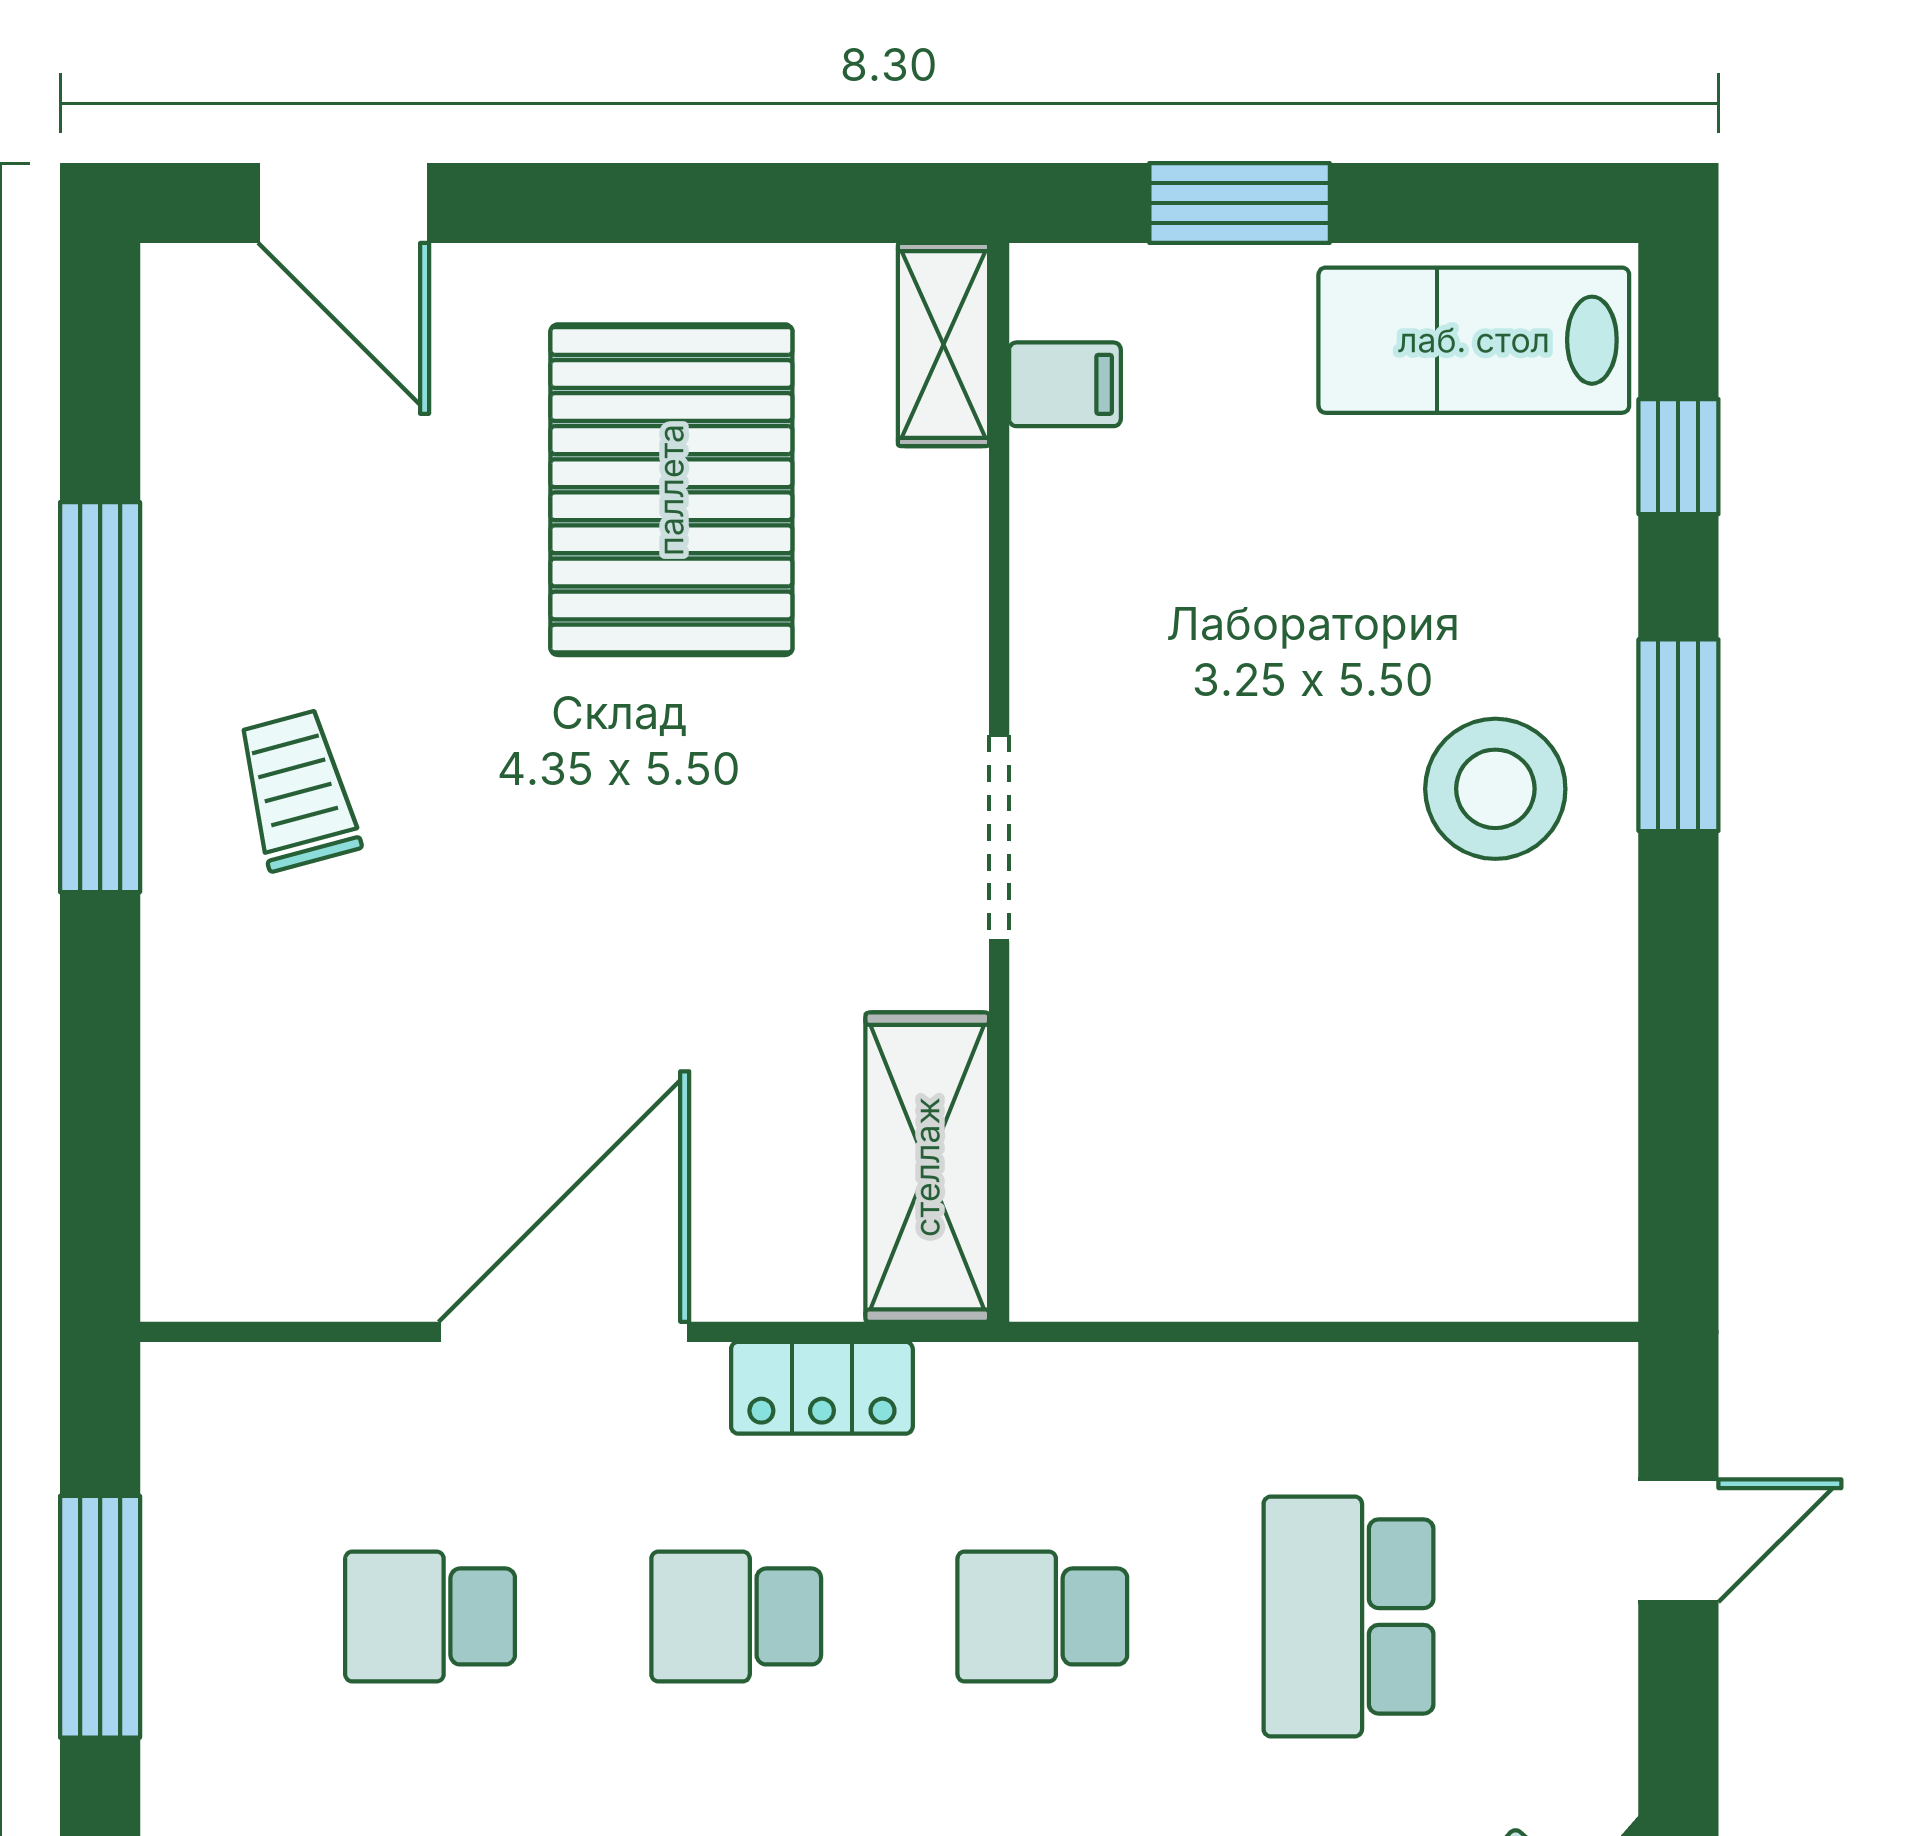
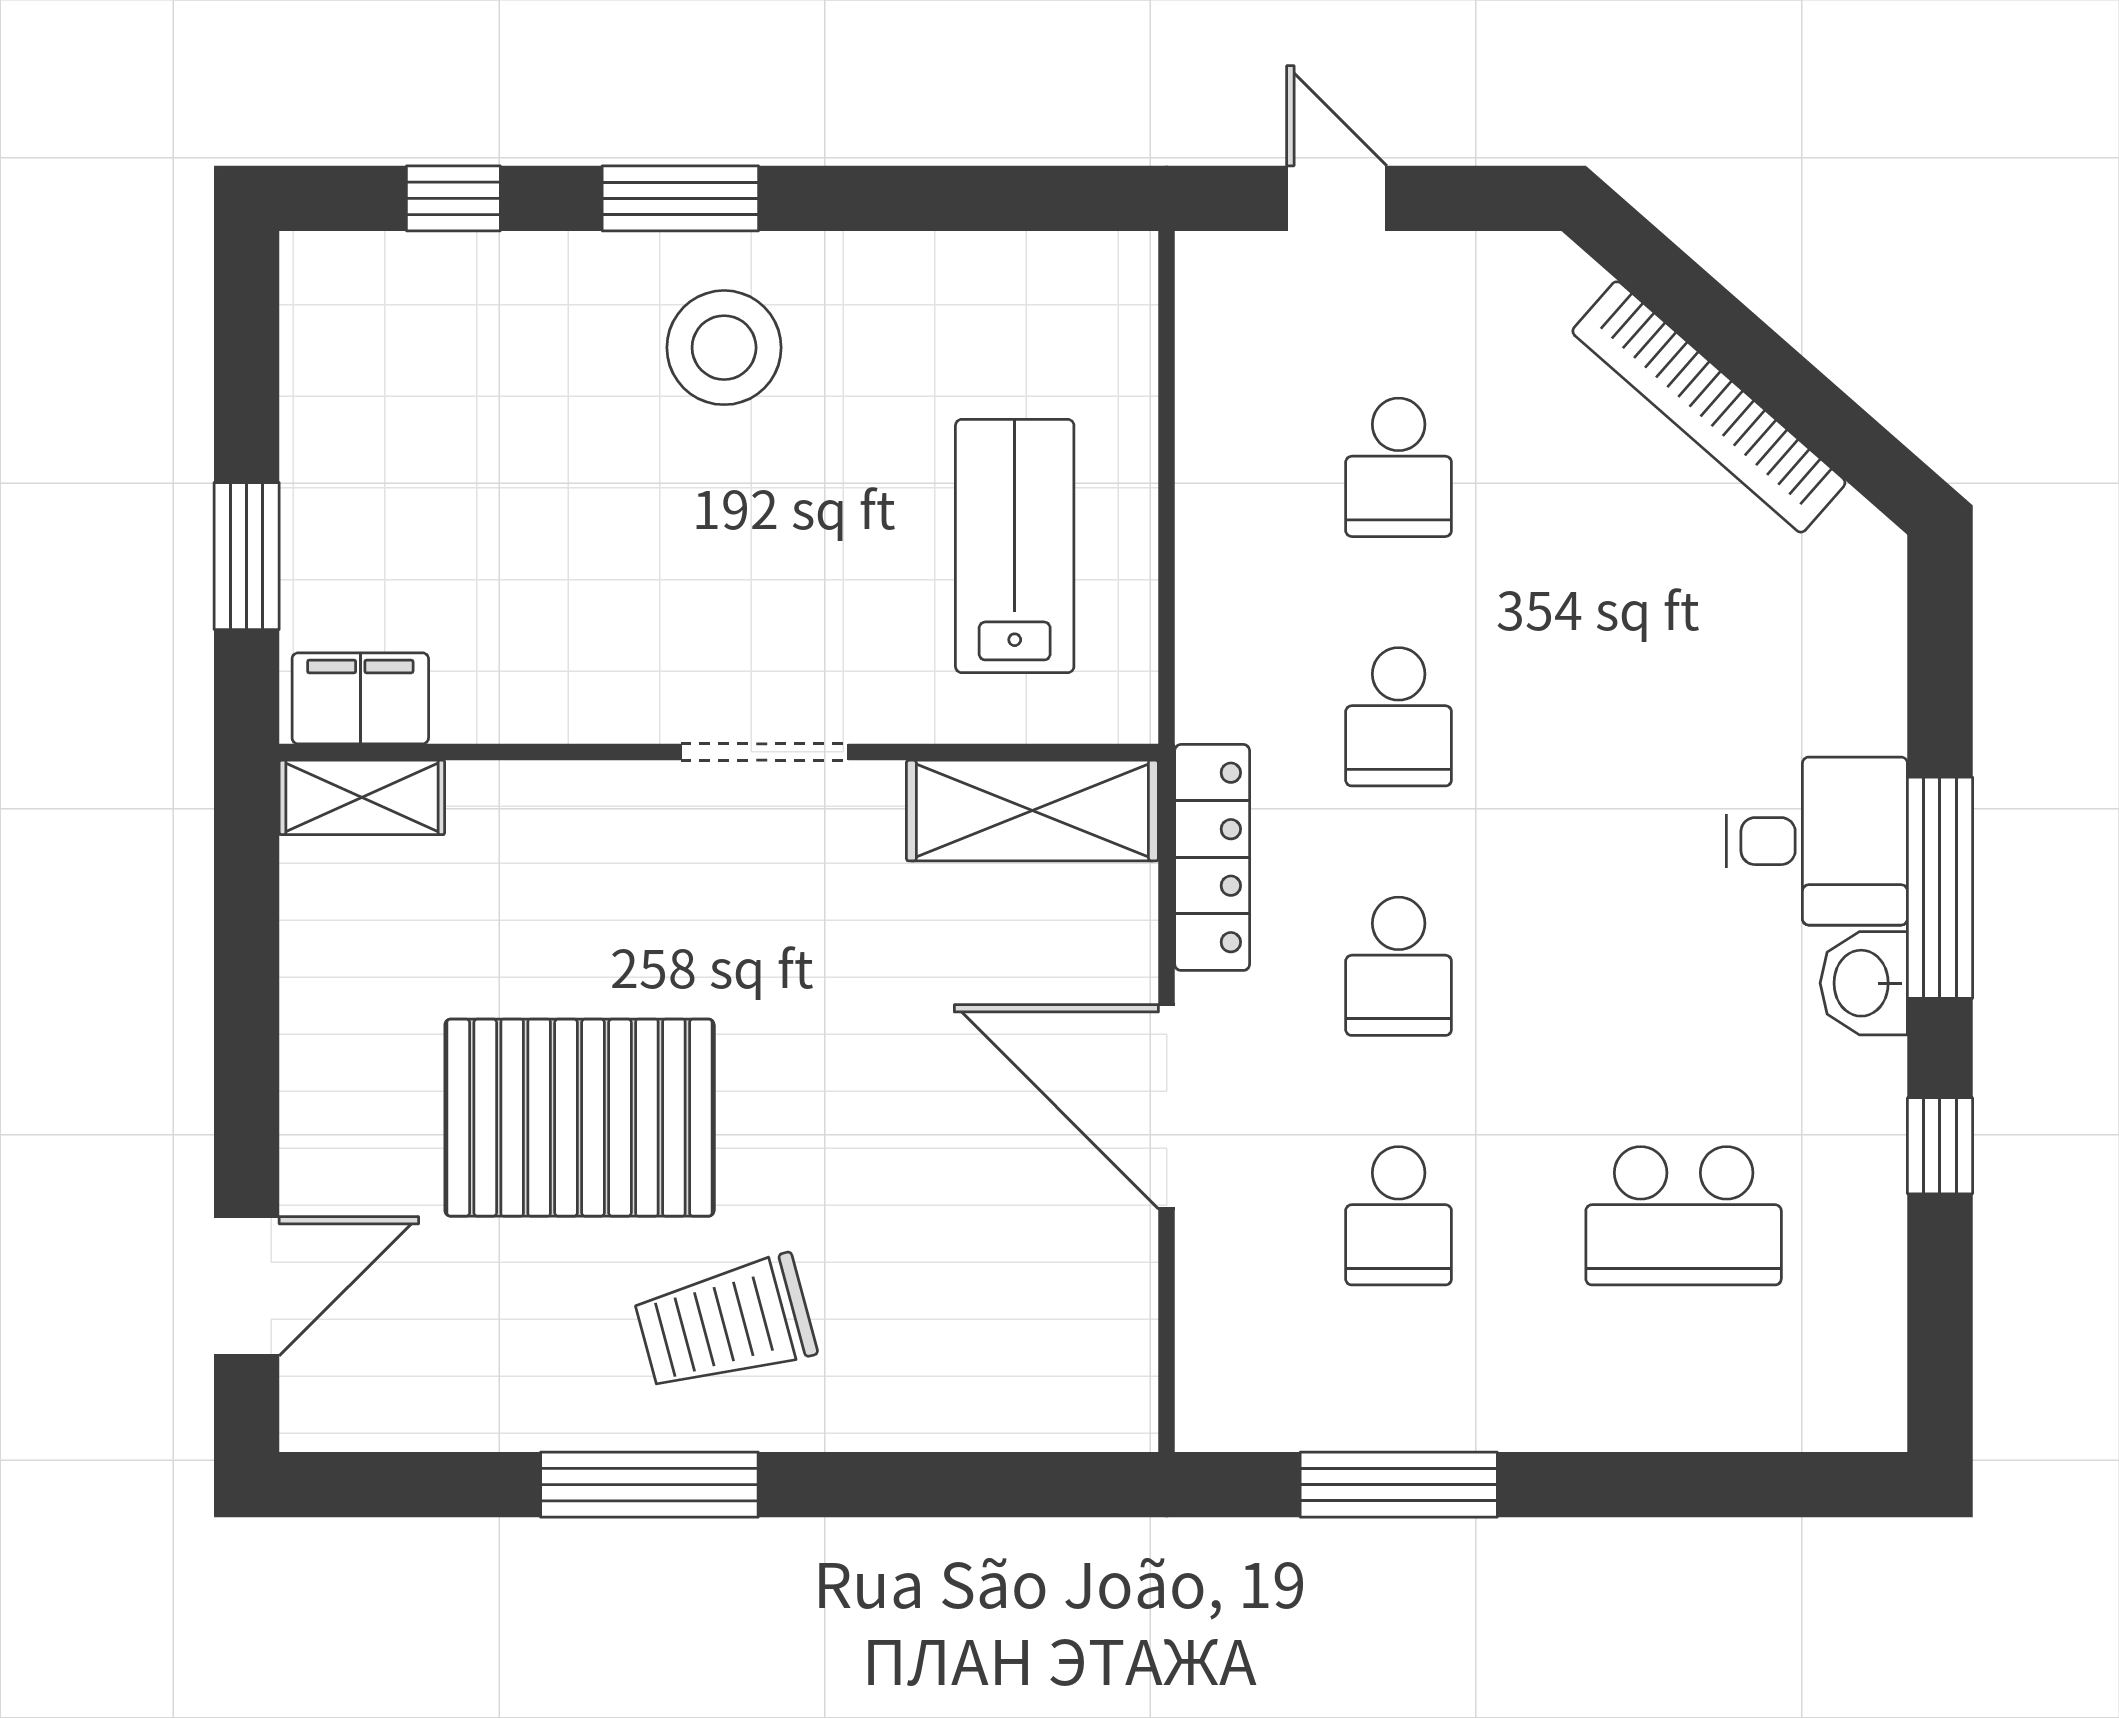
lab bench: (1474, 340) -> (1015, 546), moved, turned 180
filing cabinet: (1065, 384) -> (360, 698), width x2.00
pallet: (671, 490) -> (580, 1118), moved
window: (100, 697) -> (649, 1485), width x0.68
trolley: (298, 790) -> (725, 1324), width x1.36, depth x1.39
locker: (822, 1388) -> (1212, 857), width x1.53
school desk: (1348, 1616) -> (1399, 467), width x0.54

